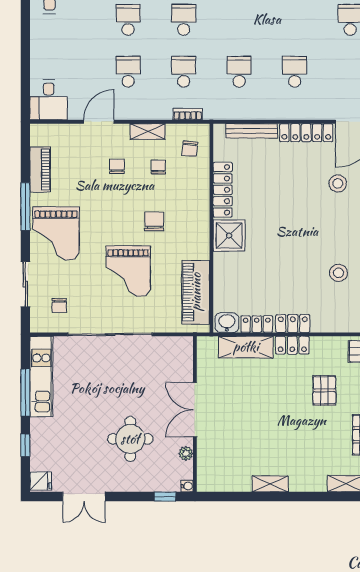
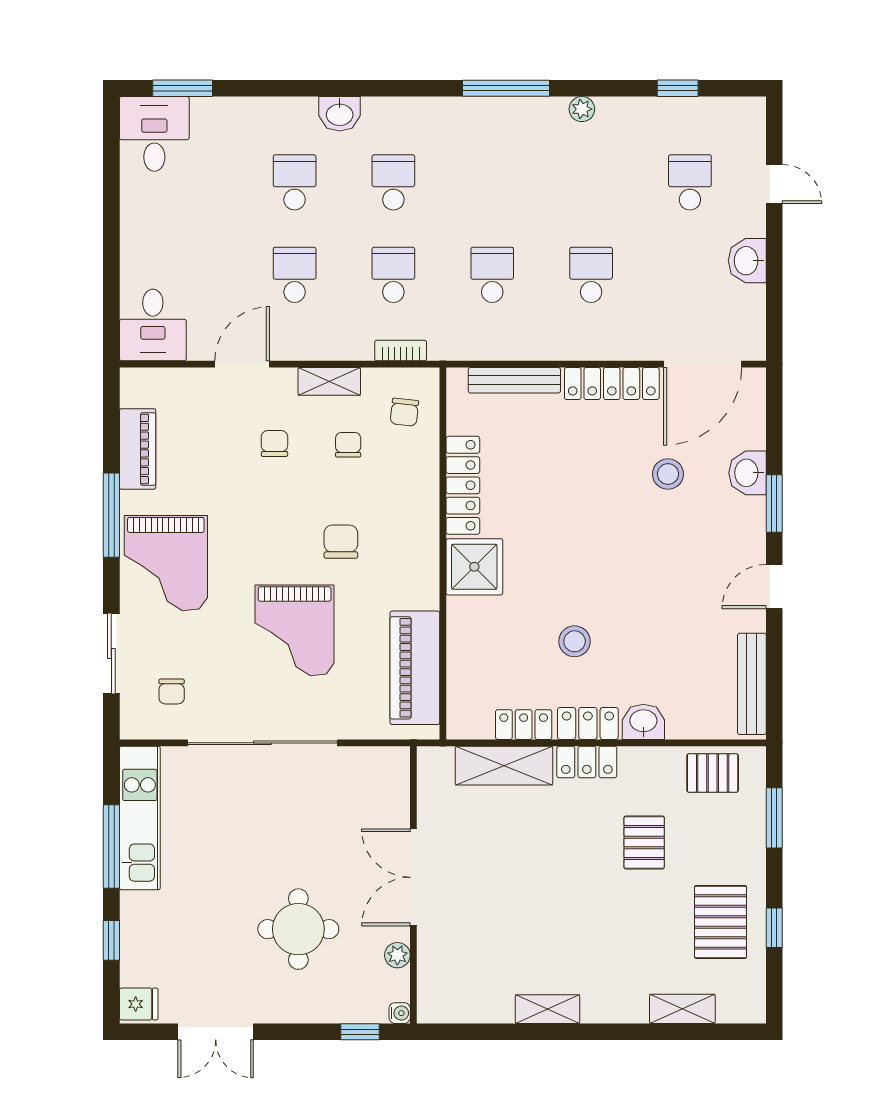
stool: (339, 273) -> (575, 641), moved
washbasin: (227, 323) -> (643, 722), moved

